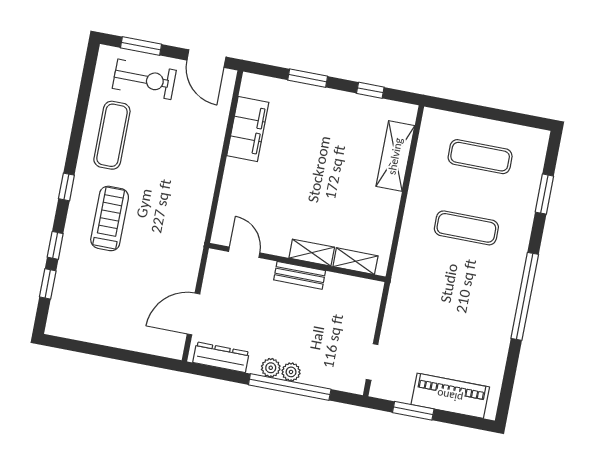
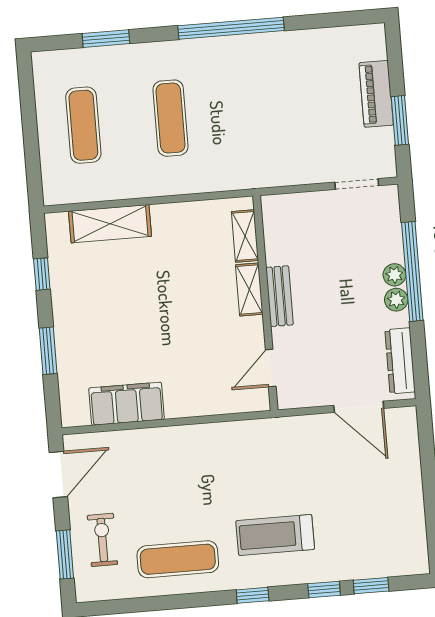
exercise bike: (144, 79) -> (102, 540), width x0.73, depth x0.72
piano: (450, 396) -> (376, 94), width x0.73, depth x0.75

